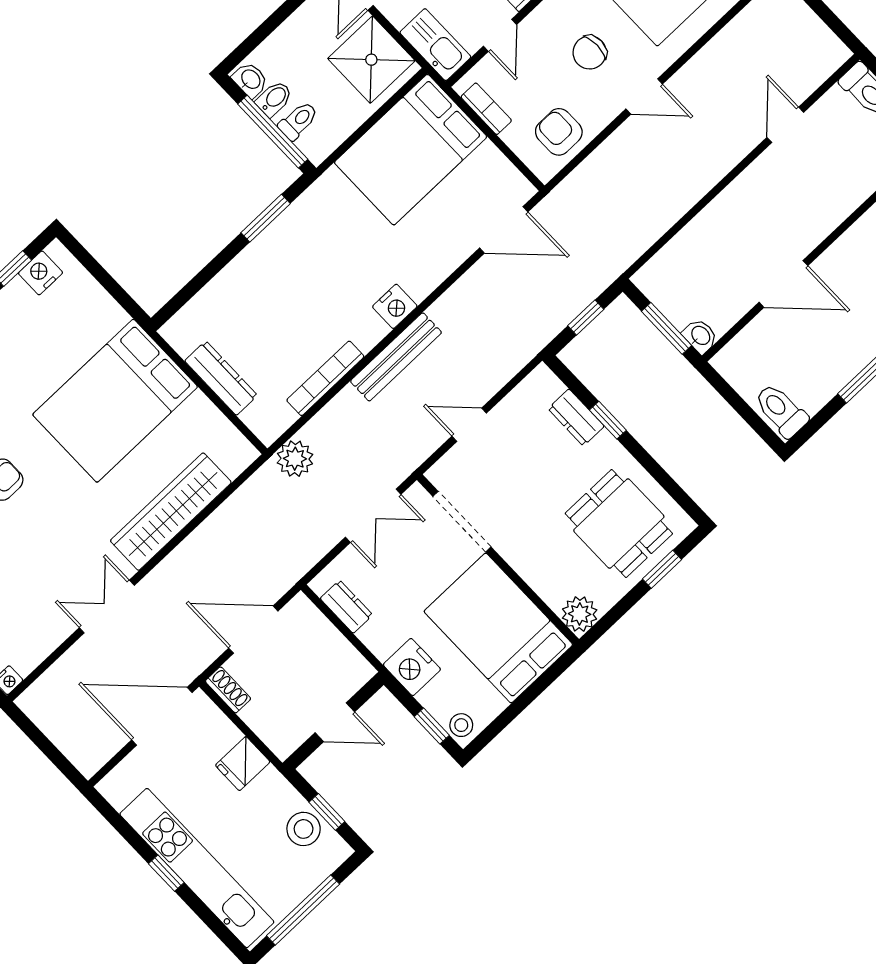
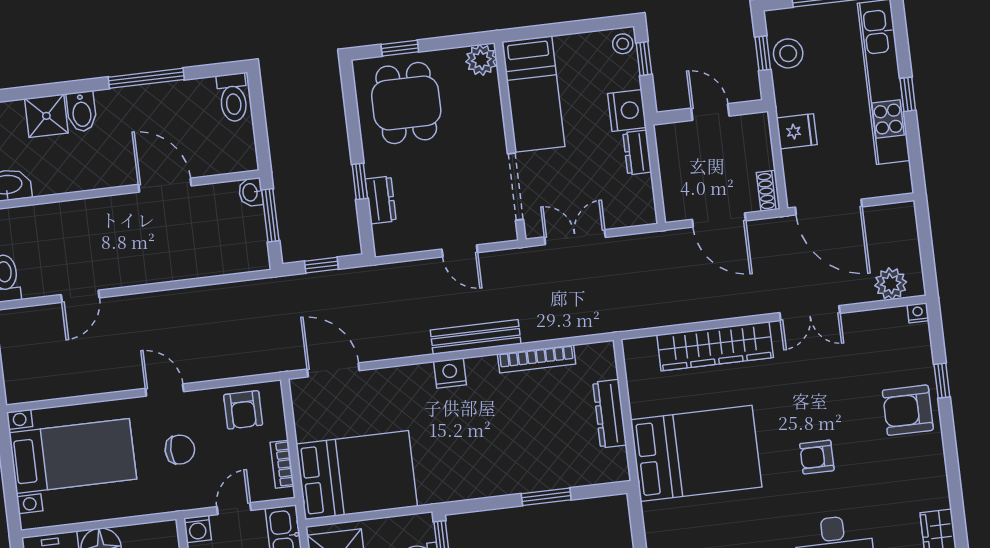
window: (266, 218) -> (546, 497), moved
plant: (295, 459) -> (891, 284), moved
dresser: (346, 607) -> (637, 152), moved
bed: (498, 628) -> (533, 94), width x0.67

